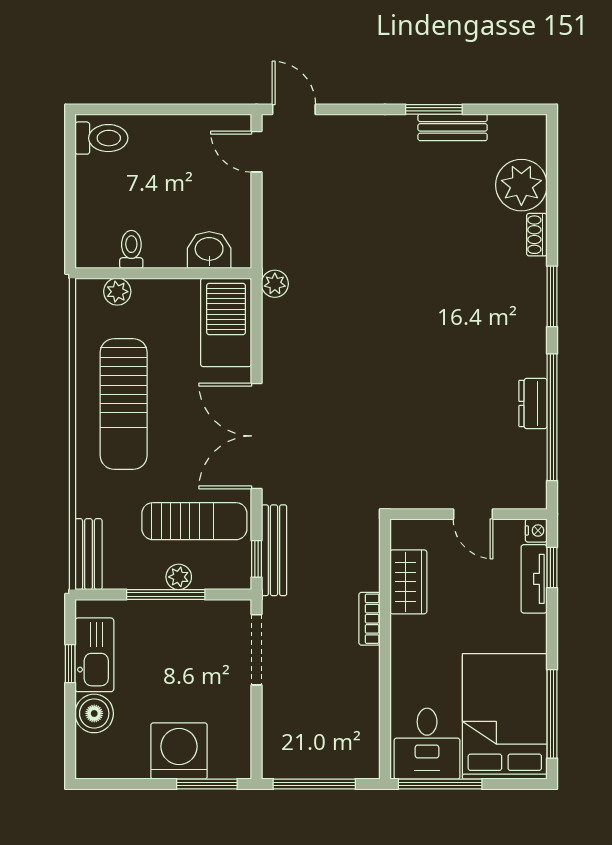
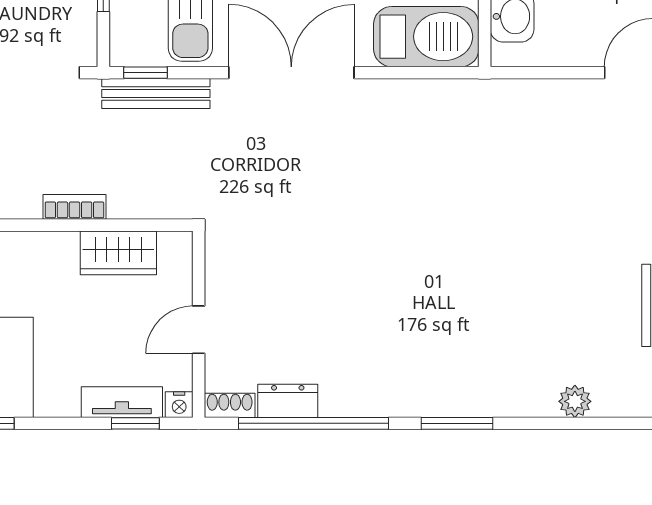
plant: (521, 185) -> (575, 401), width x0.53, depth x0.53
shoe rack: (537, 235) -> (230, 405), moved
plant: (275, 284) -> (472, 94), removed
dresser: (533, 403) -> (288, 401), moved

